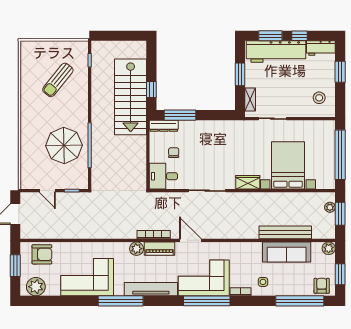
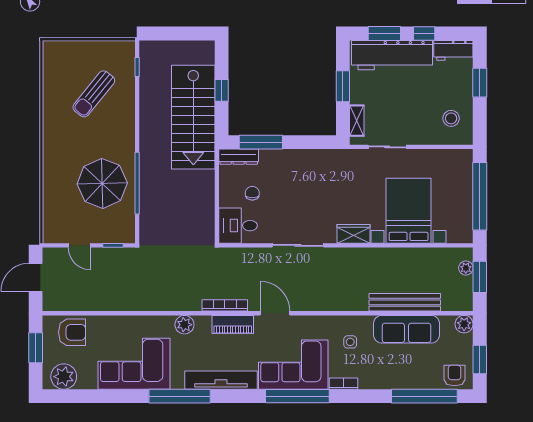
window: (151, 90) -> (222, 90), moved
plant: (137, 249) -> (184, 325), moved
side table: (263, 282) -> (350, 342), moved

